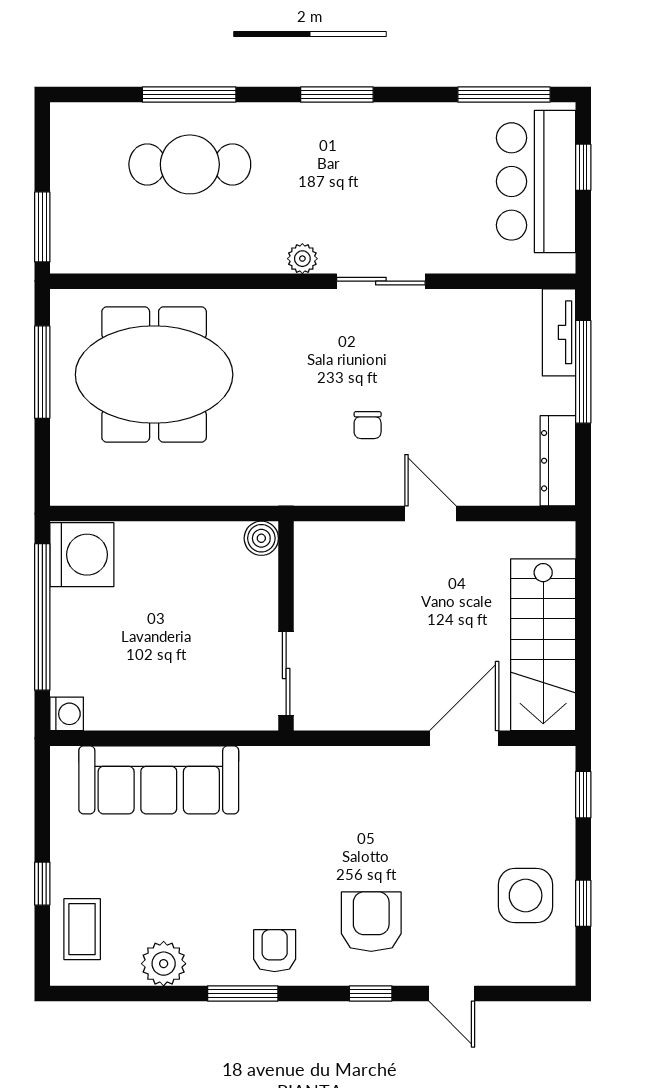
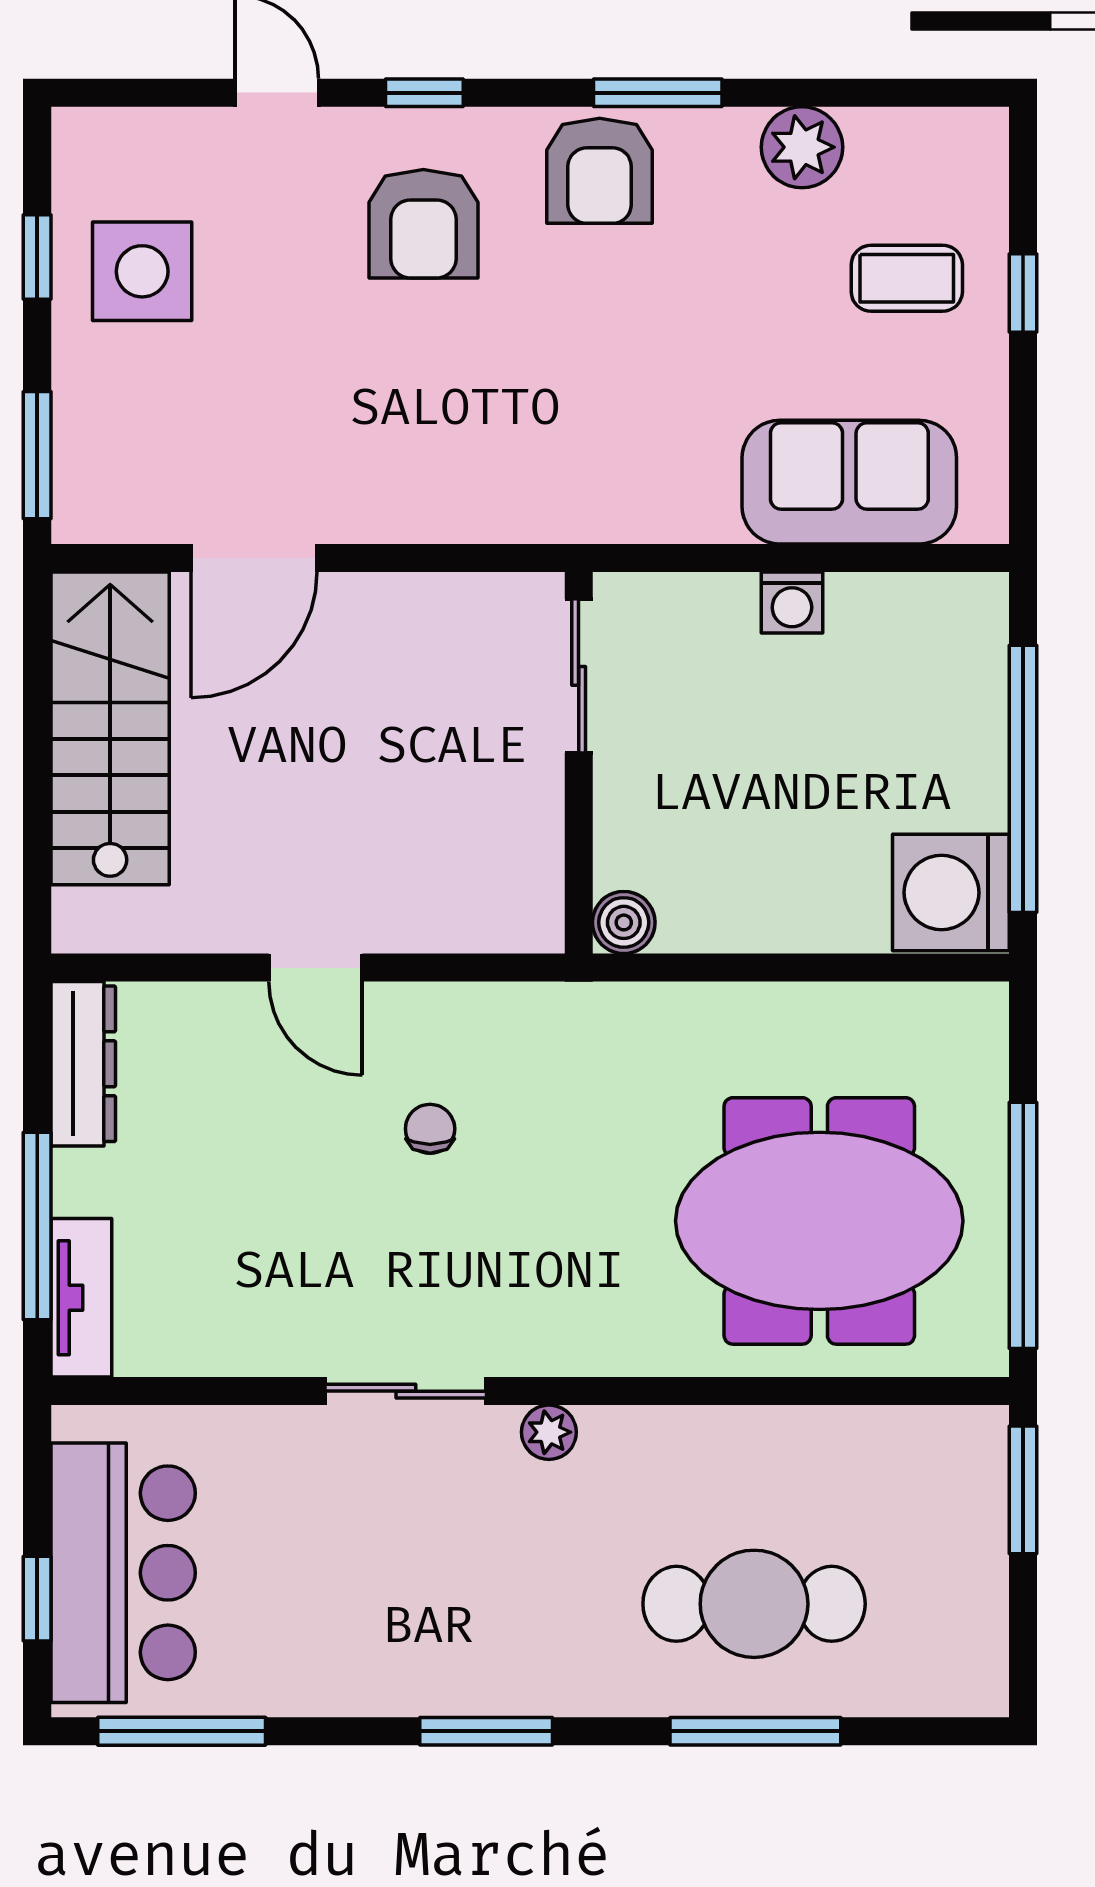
window: (42, 372) -> (1023, 1225), width x1.46
washing machine: (67, 714) -> (792, 602), moved, turned -90
sofa: (159, 780) -> (849, 482), width x0.73
window: (583, 795) -> (37, 455), width x1.50
coffee table: (82, 929) -> (907, 278), moved, turned 90
armchair: (275, 951) -> (600, 171), width x1.38, depth x1.38

